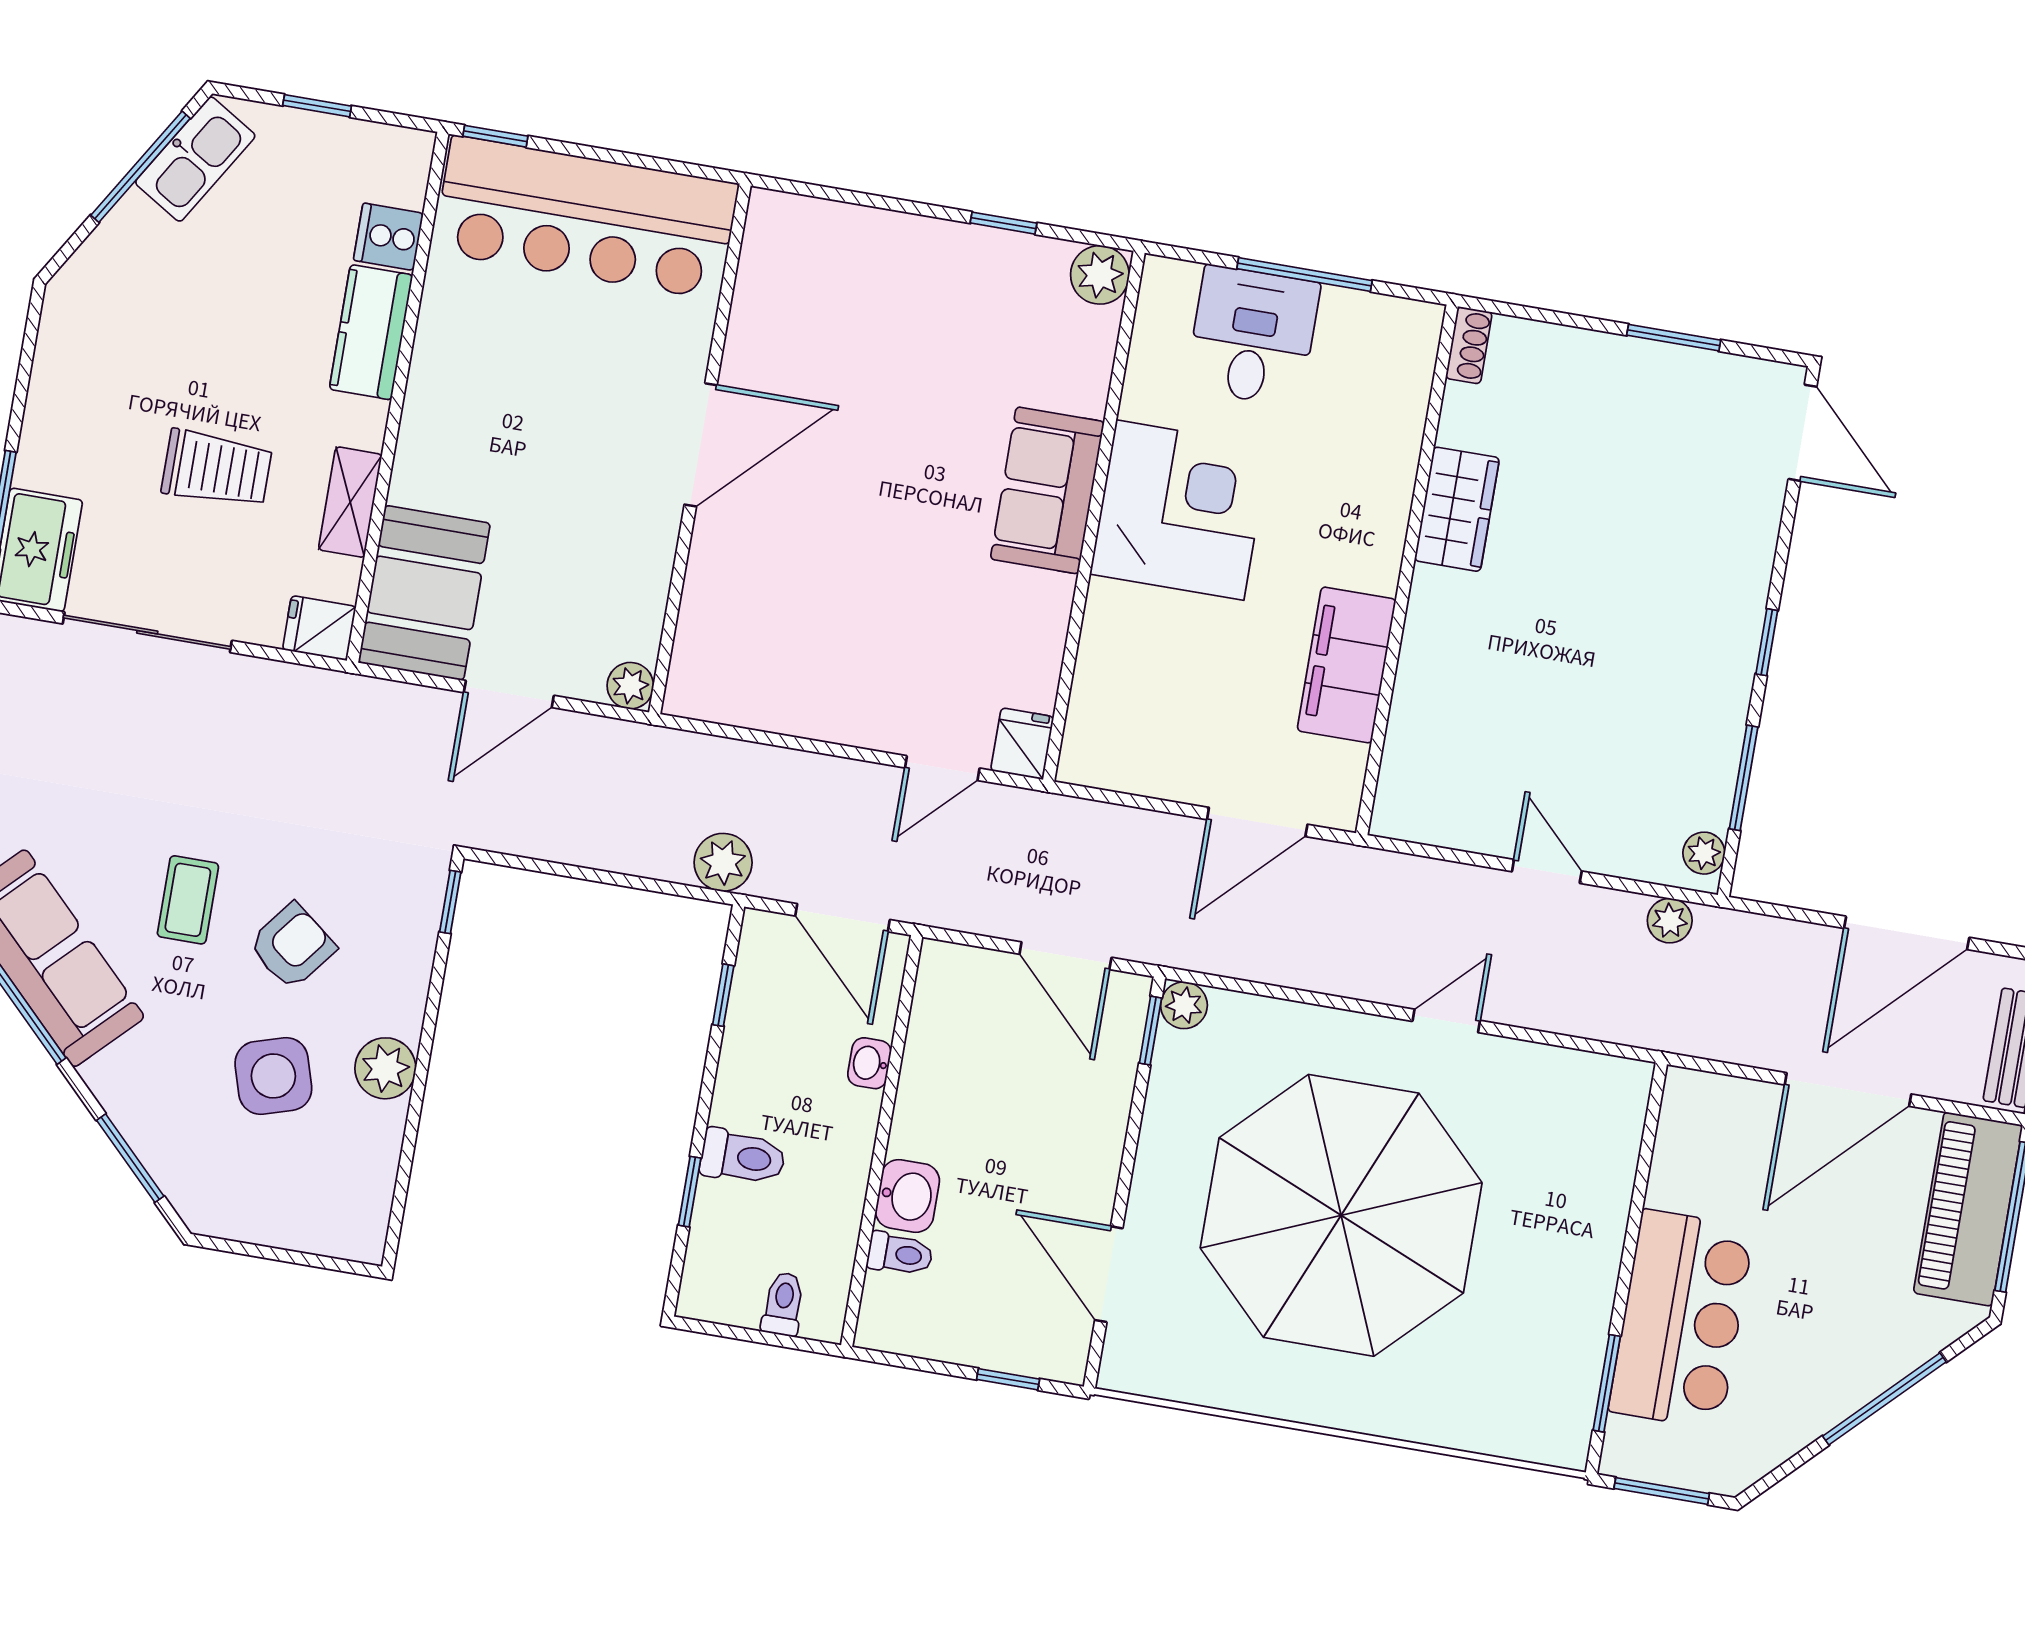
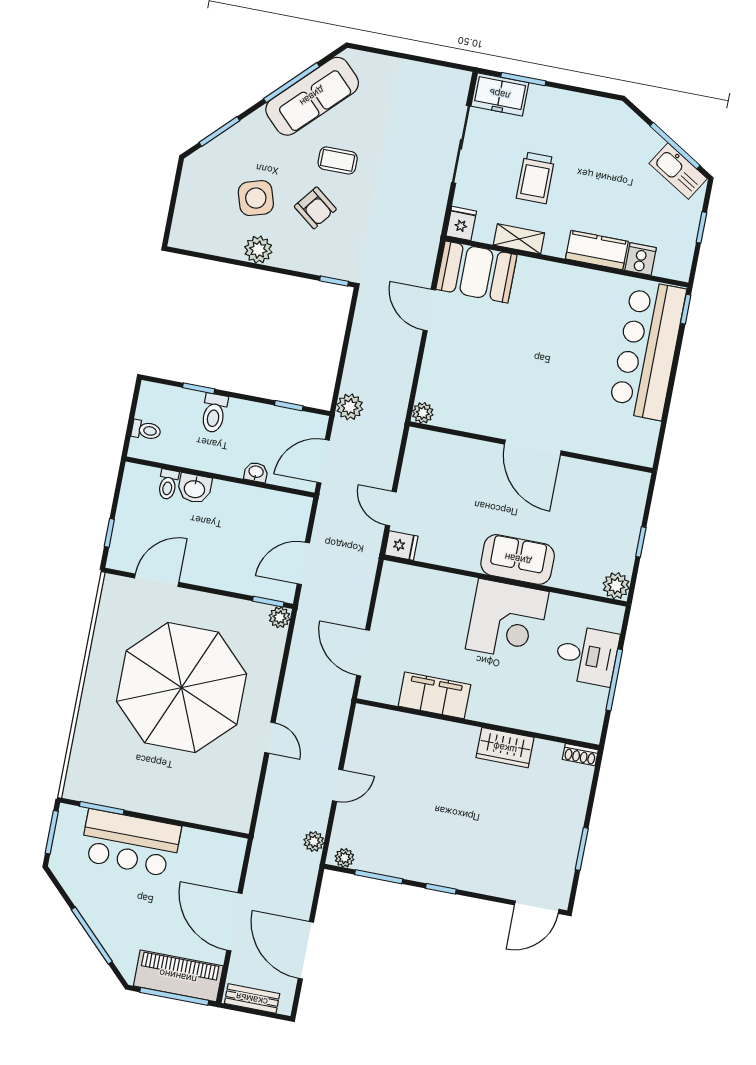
door: (701, 445) -> (533, 447), moved
wall: (700, 449) -> (531, 447), moved
plant: (630, 686) -> (423, 413), moved

